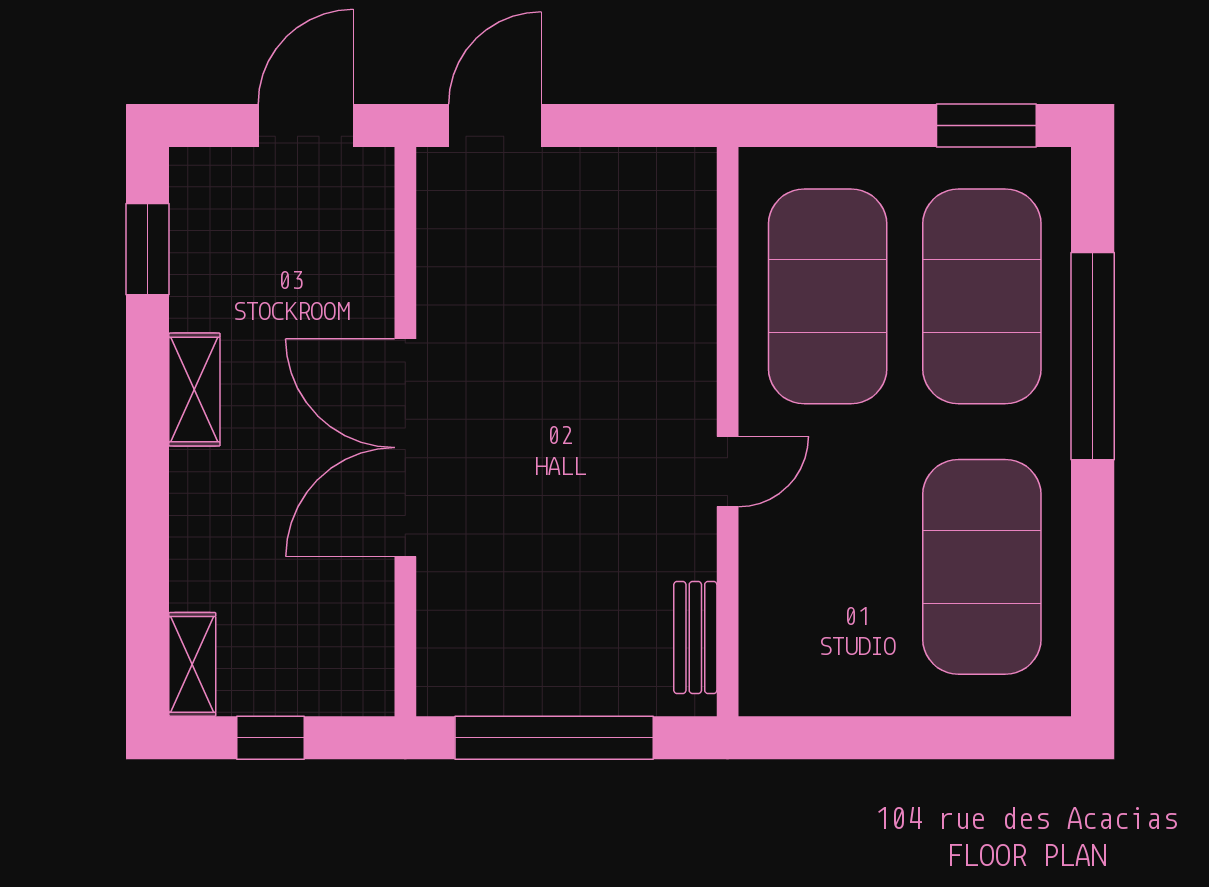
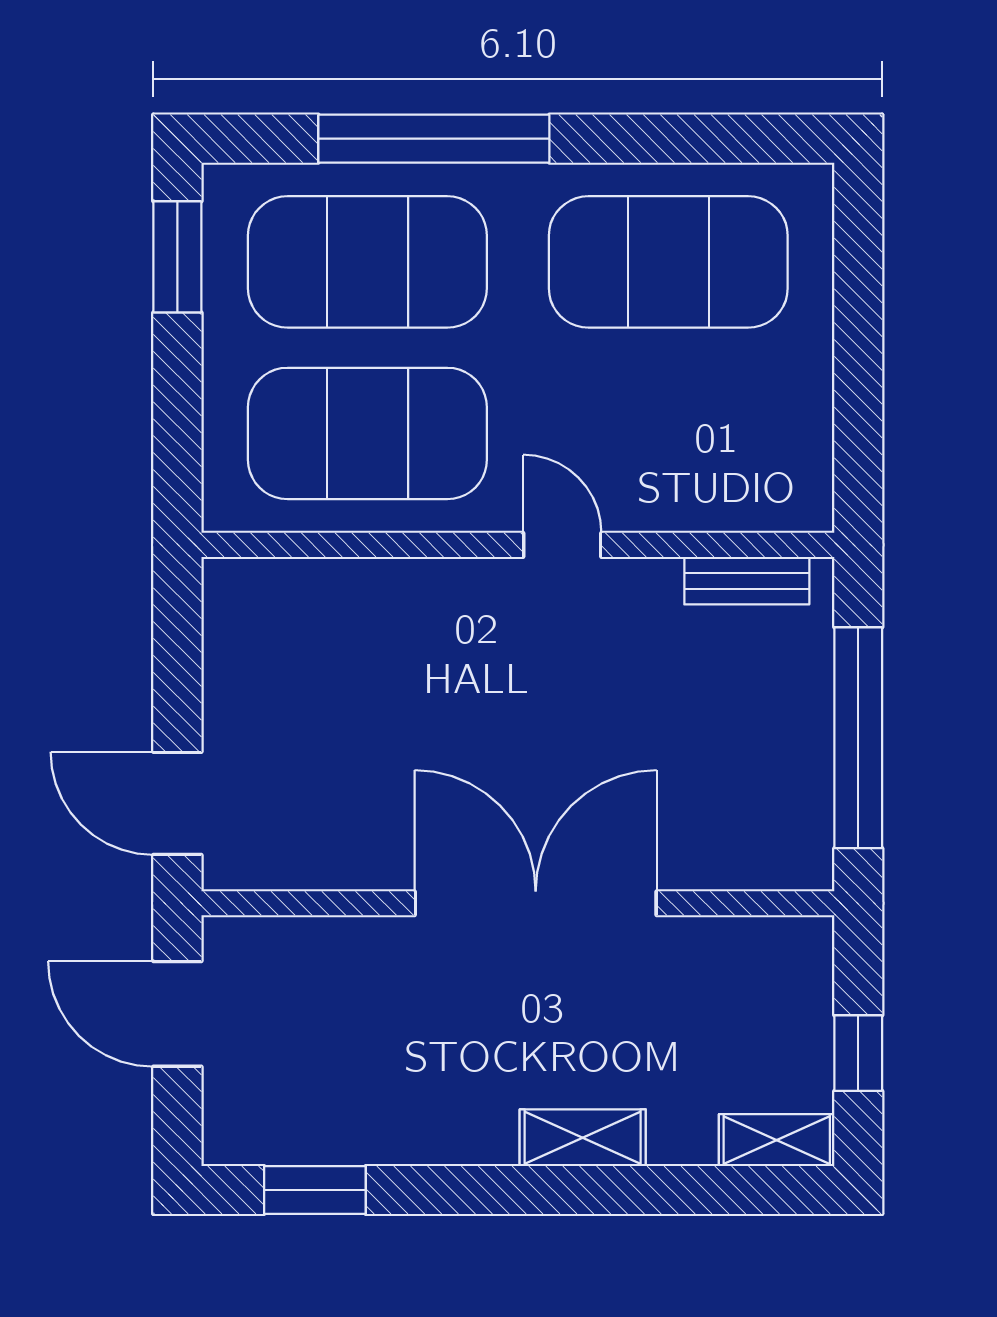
shelving: (194, 390) -> (583, 1138), moved
double door: (405, 448) -> (536, 903), swing flipped

